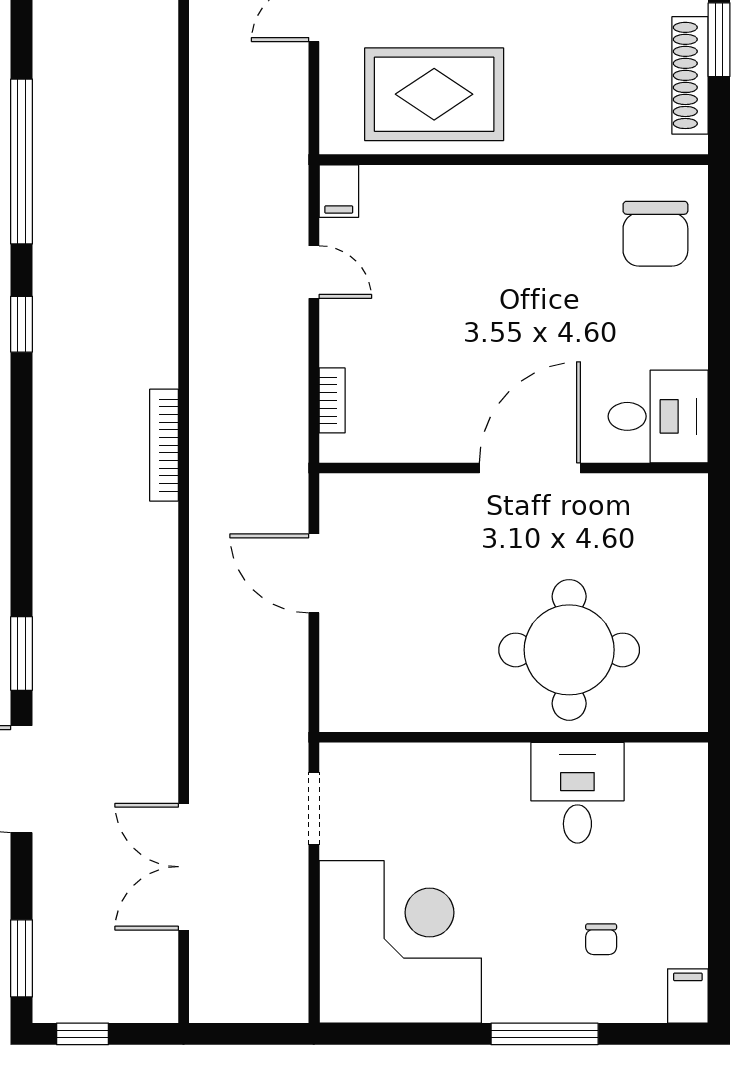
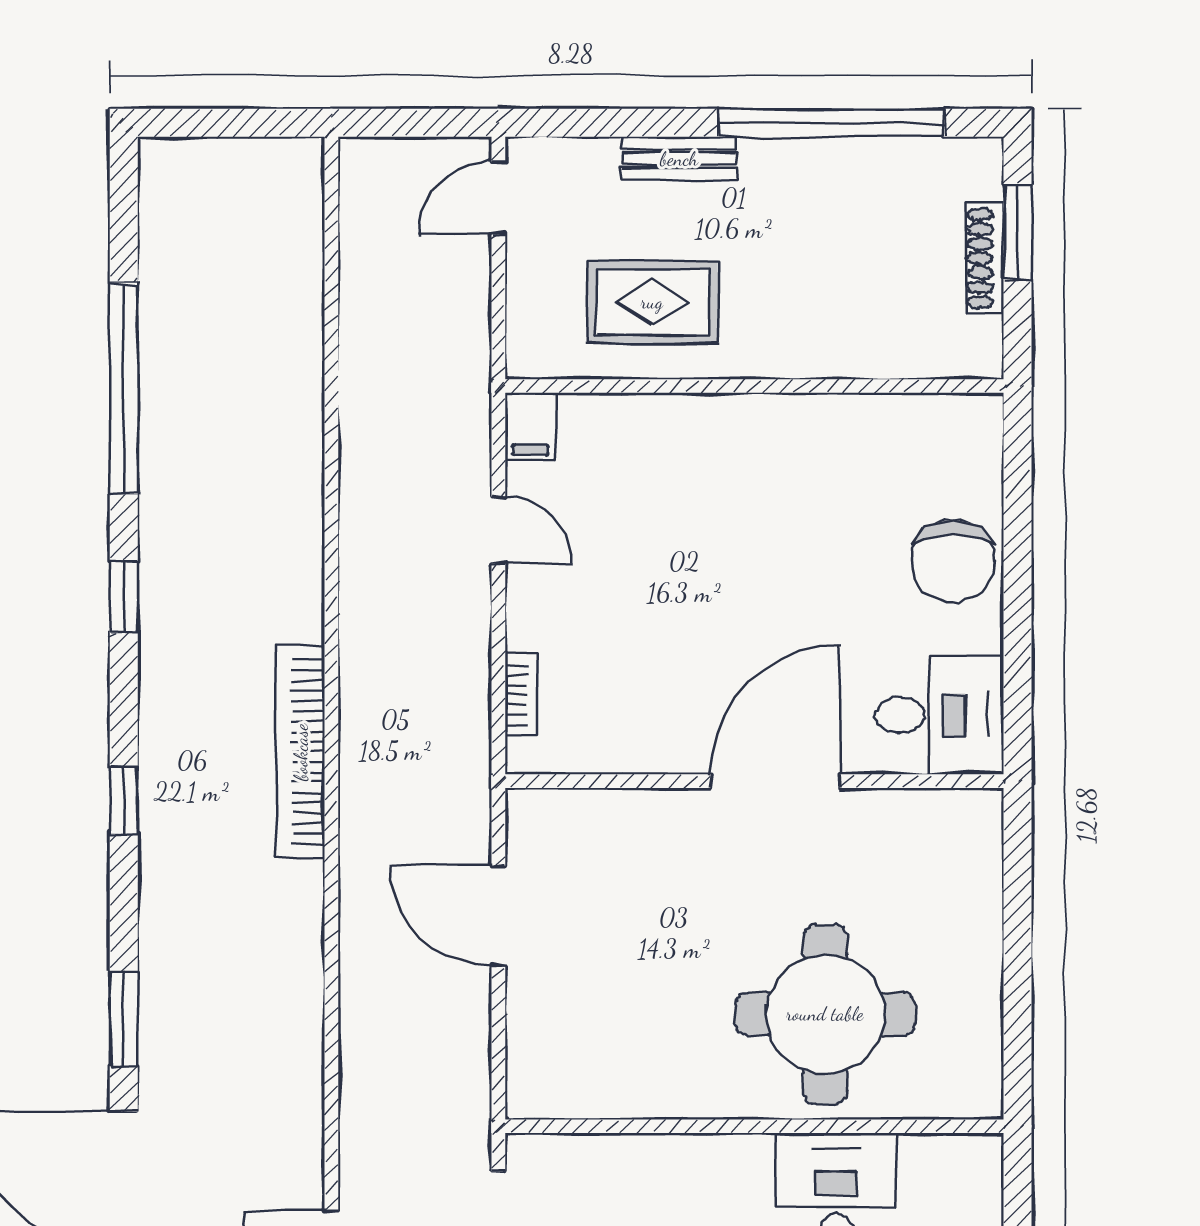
shoe rack: (690, 75) -> (985, 258), width x0.74, depth x0.81
rug: (434, 94) -> (652, 302), width x0.73, depth x0.70
chair: (655, 234) -> (953, 561), moved
bookcase: (164, 445) -> (301, 752), width x1.48, depth x1.31
window: (22, 483) -> (124, 801), added

